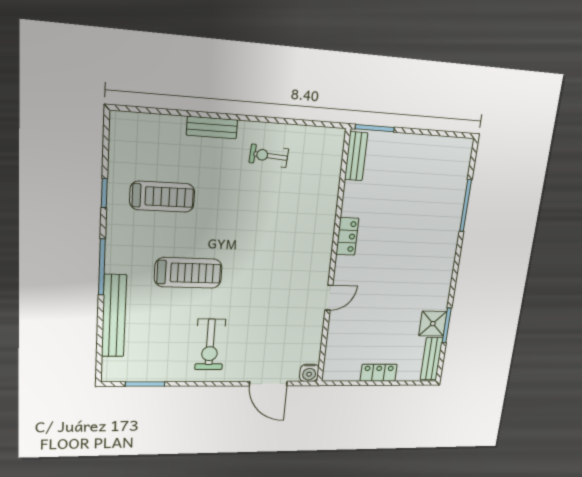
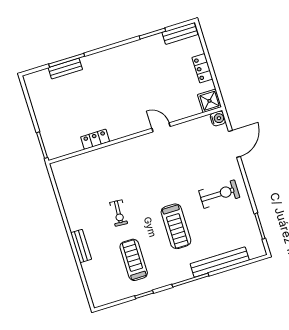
exercise bike: (269, 156) -> (119, 213), moved
bench: (356, 156) -> (65, 69), moved
locker: (347, 236) -> (95, 139), moved
treadmill: (188, 273) -> (176, 226), turned 180
shower: (433, 324) -> (209, 101), moved

